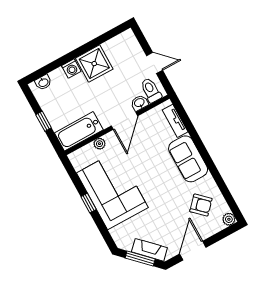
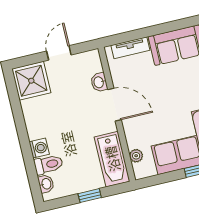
shower: (94, 64) -> (31, 81), moved
toilet: (151, 90) -> (49, 164), moved, turned 180
plant: (99, 144) -> (136, 156), moved

